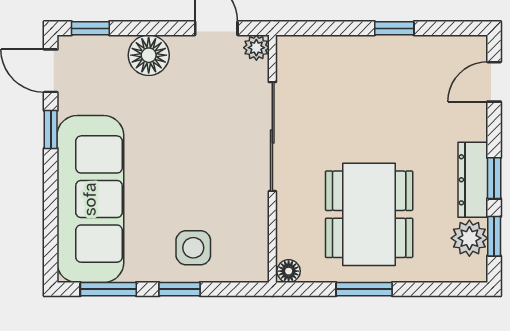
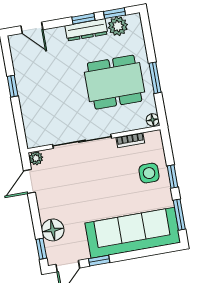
floor lamp: (149, 55) -> (53, 230), moved
bookcase: (259, 224) -> (130, 140), added

